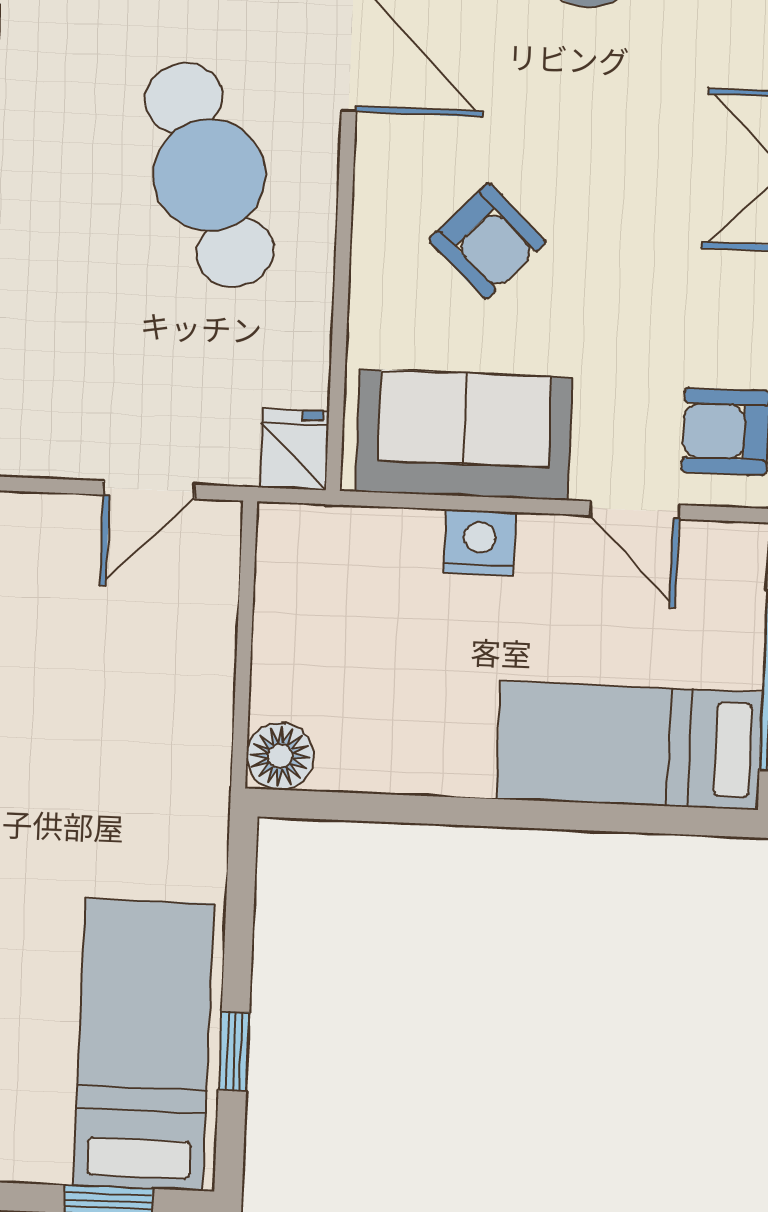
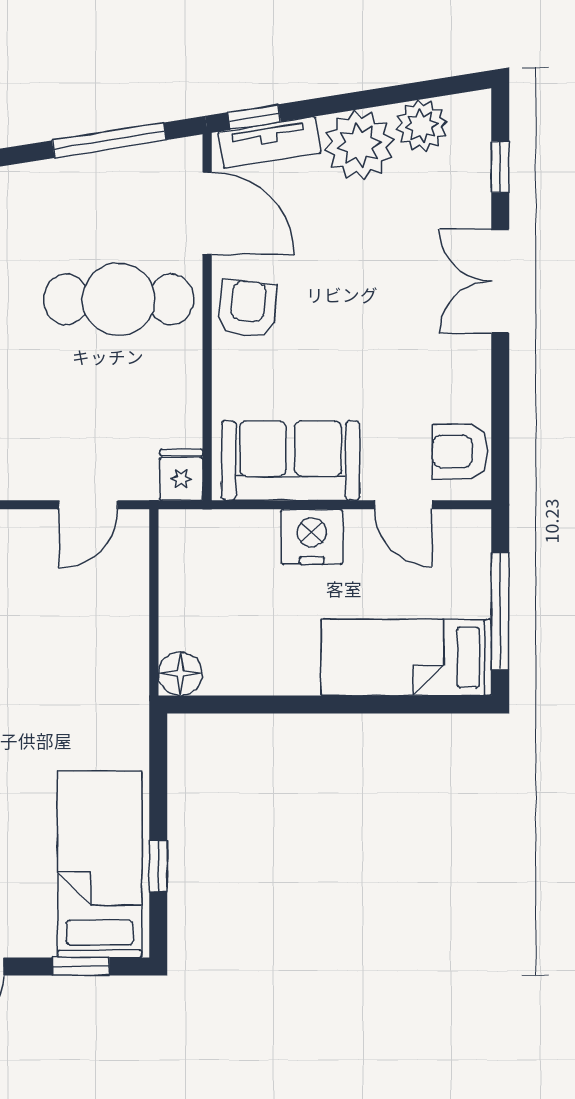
cafe table: (209, 175) -> (119, 299), turned -69
armchair: (487, 241) -> (248, 309), moved, turned -128
nightstand: (480, 543) -> (312, 537), width x1.36, depth x1.33

